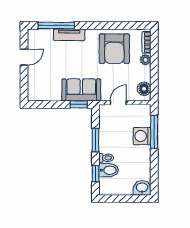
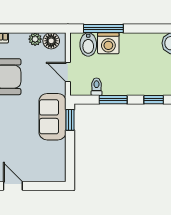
plant: (145, 60) -> (35, 39), moved
toilet: (106, 158) -> (96, 87), moved
bidet: (109, 170) -> (88, 44), moved, turned 180

